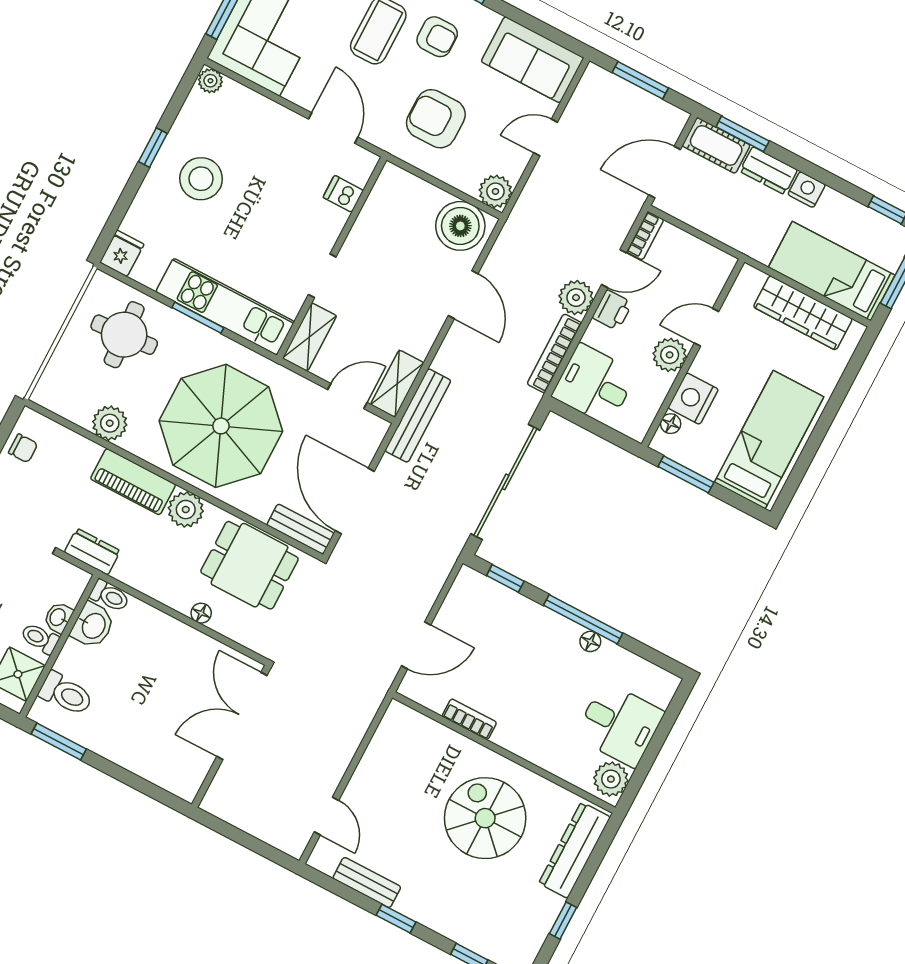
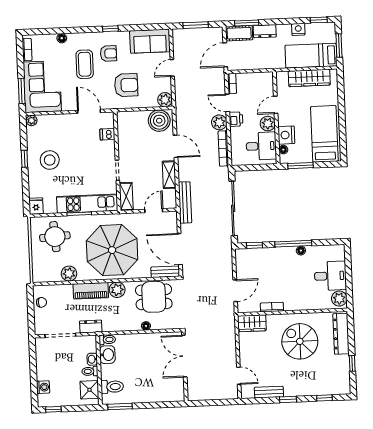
armchair: (436, 119) -> (126, 85), turned 180
nightstand: (807, 190) -> (298, 29), moved
door: (614, 269) -> (227, 103), swing flipped
shelving: (397, 384) -> (169, 175), moved
desk: (594, 384) -> (261, 146), moved, turned 180
wardrobe: (412, 728) -> (252, 323), added

